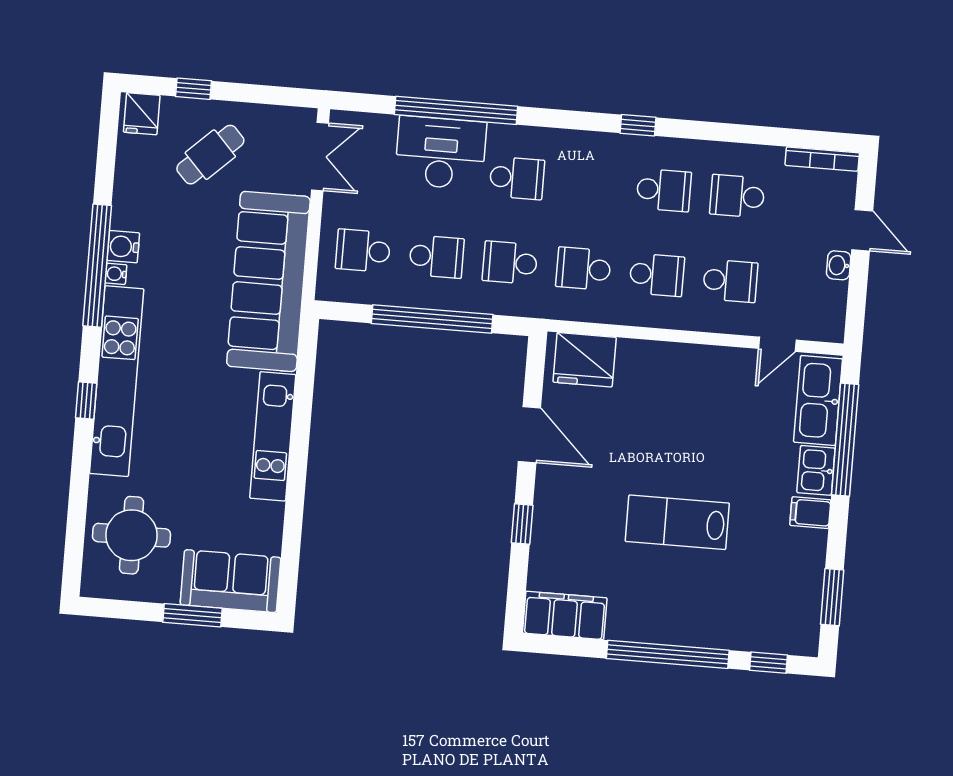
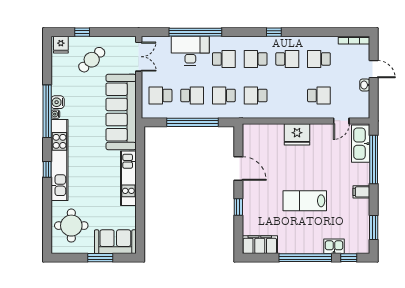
school desk: (657, 275) -> (256, 59), moved, turned 180
fridge: (585, 360) -> (297, 134), moved
kitchen sink: (816, 470) -> (334, 246), moved, turned 90

